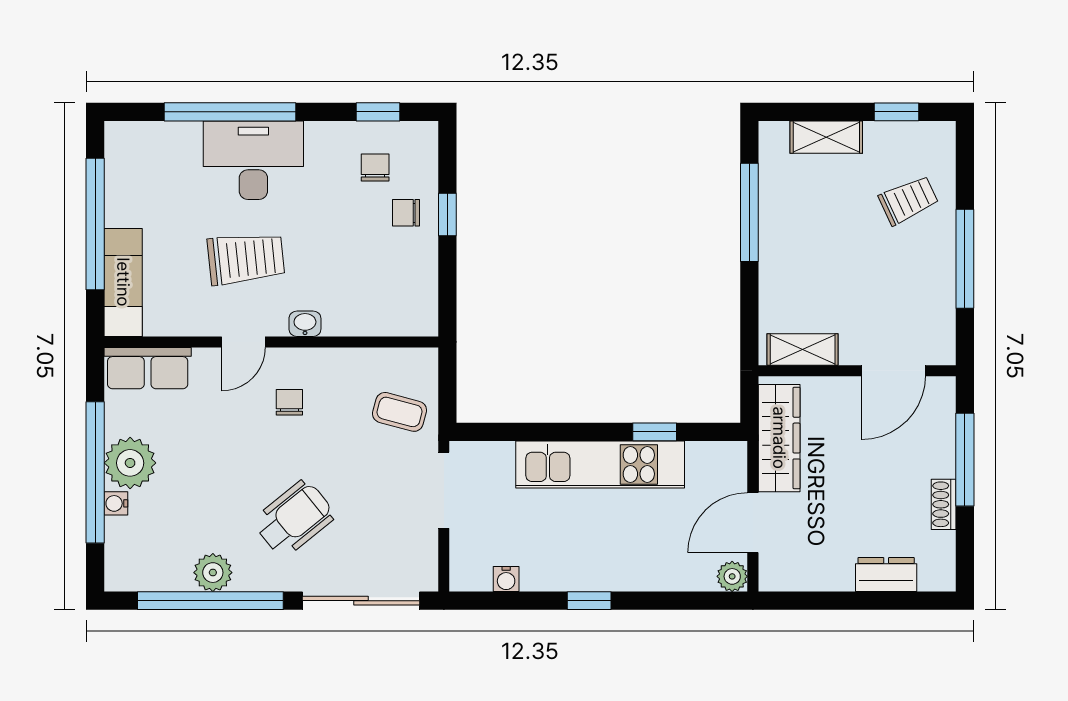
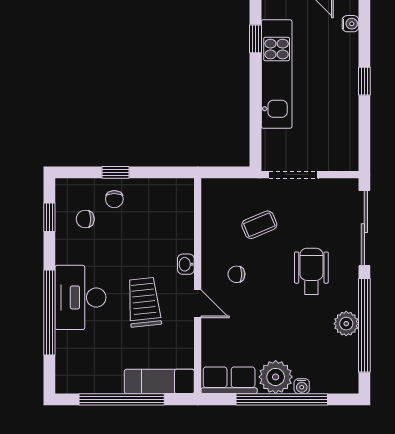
row of seats: (148, 368) -> (229, 380), moved, turned -90
coffee table: (400, 412) -> (259, 225), moved, turned 52
wheelchair: (294, 518) -> (311, 271), turned 39
water cooler: (506, 579) -> (350, 24), moved

